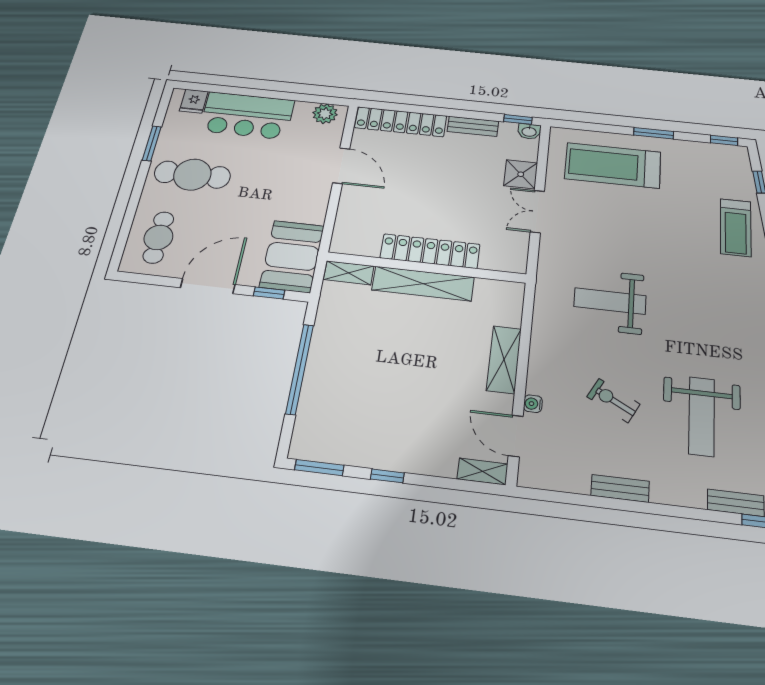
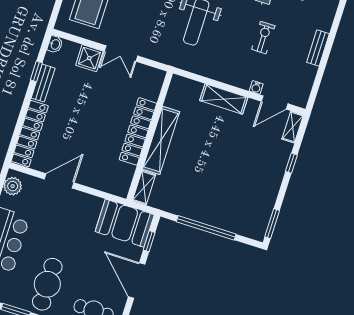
window: (518, 119) -> (36, 71), moved
exercise bike: (613, 400) -> (263, 38), turned 152
window: (387, 476) -> (291, 163), moved

